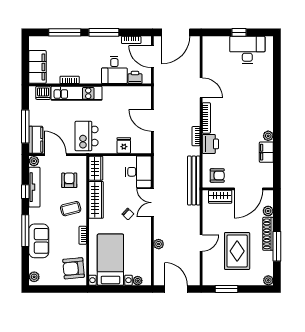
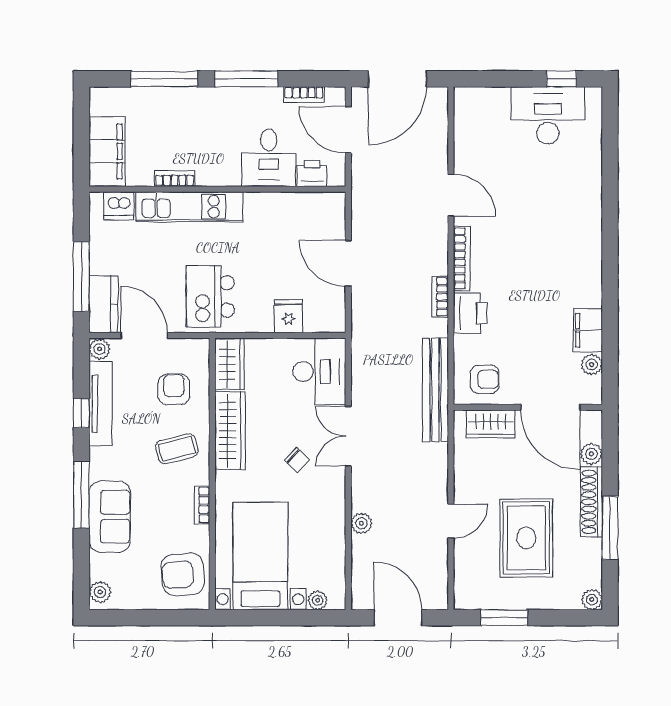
window: (239, 32) -> (561, 79), moved
plant: (268, 136) -> (592, 365), moved
door: (248, 189) -> (550, 407), hinge flipped

